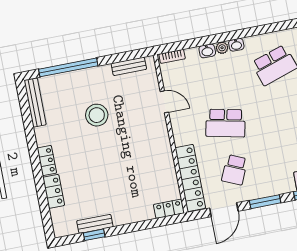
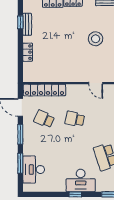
door: (164, 102) -> (96, 83), hinge flipped
school desk: (226, 123) -> (75, 119), width x0.54
locker: (169, 209) -> (28, 52), moved

